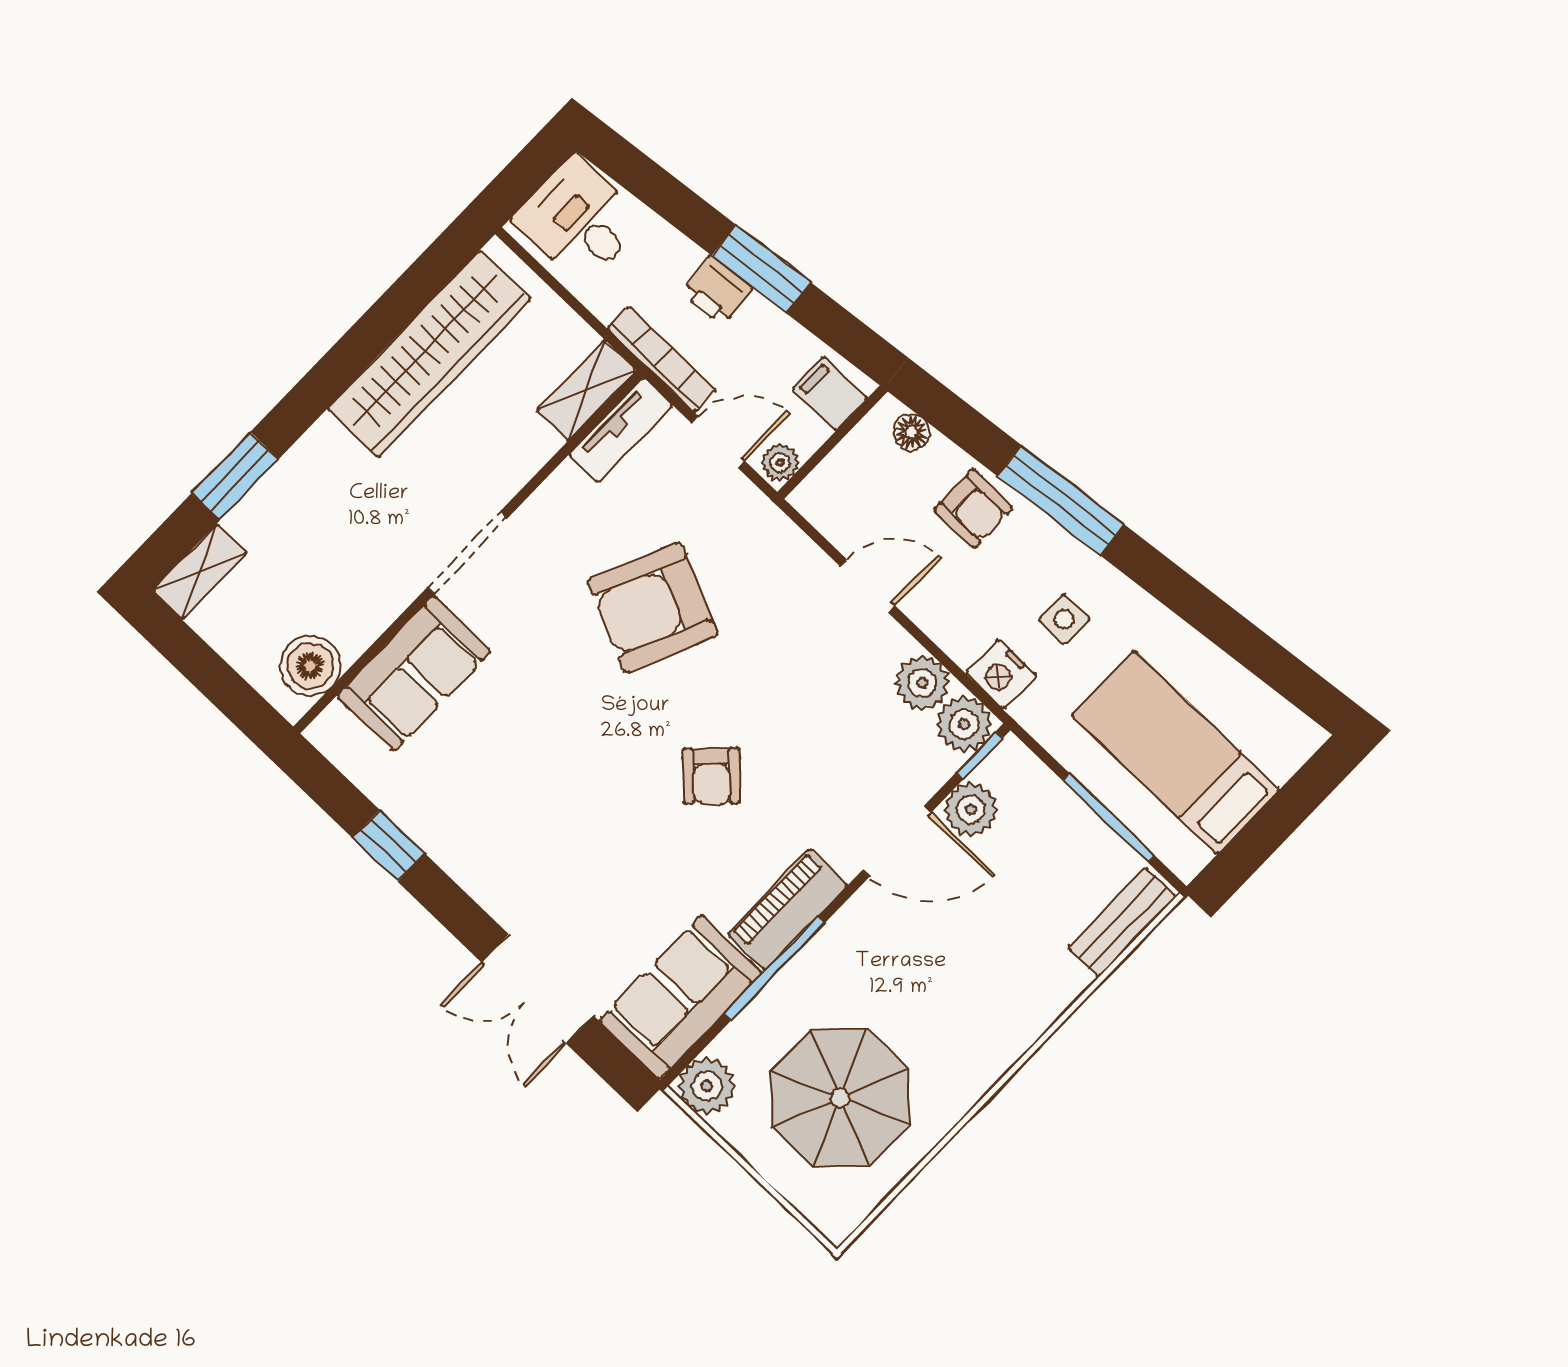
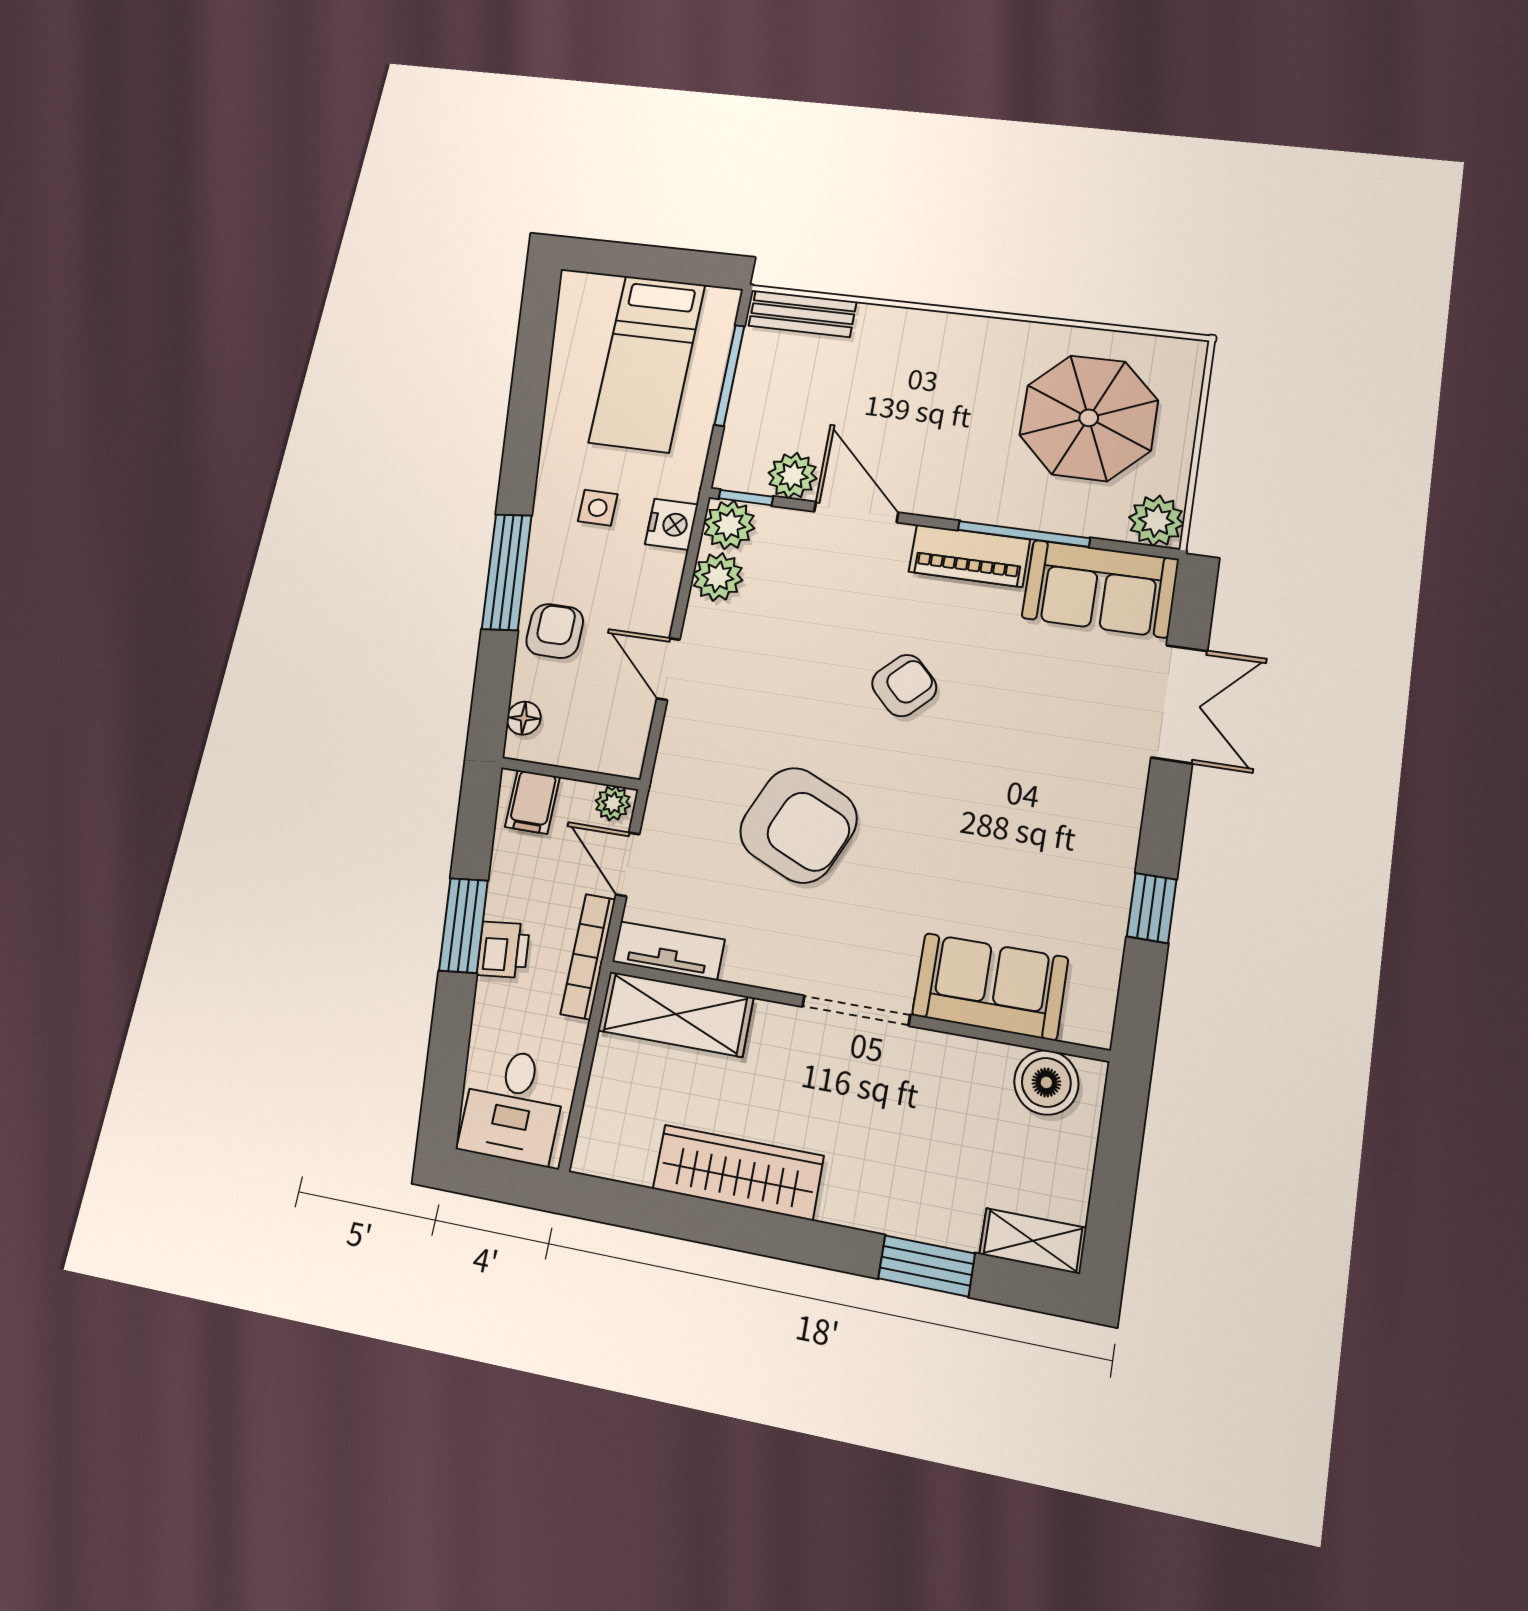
wardrobe: (429, 354) -> (738, 1172), width x0.71, depth x0.85
shelving: (586, 390) -> (676, 1014), width x1.50, depth x1.33

